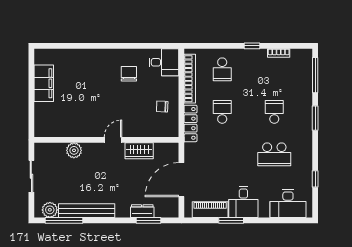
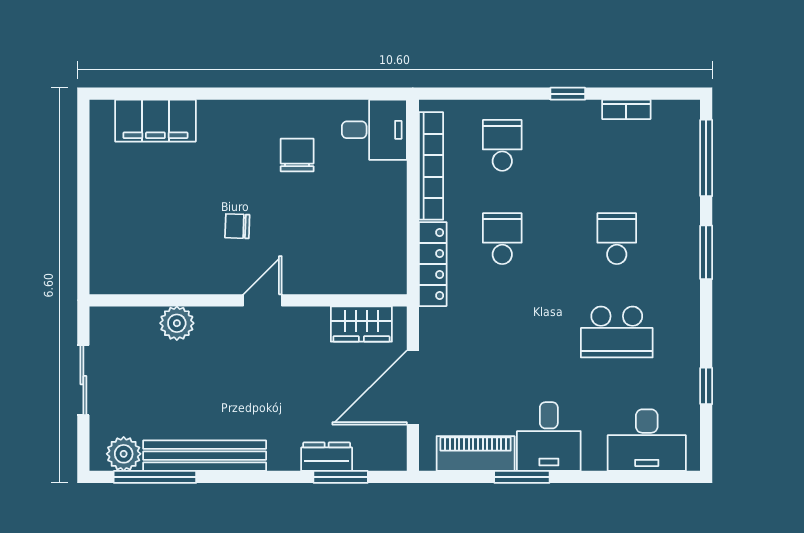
school desk: (222, 69) -> (502, 145), turned 180
filing cabinet: (44, 83) -> (155, 121), moved, turned 90
chair: (162, 106) -> (237, 226), moved
wardrobe: (139, 151) -> (361, 324), moved

